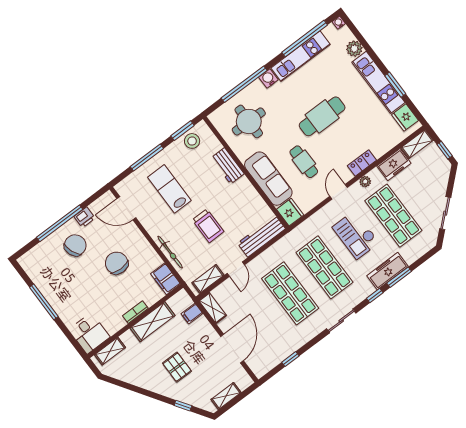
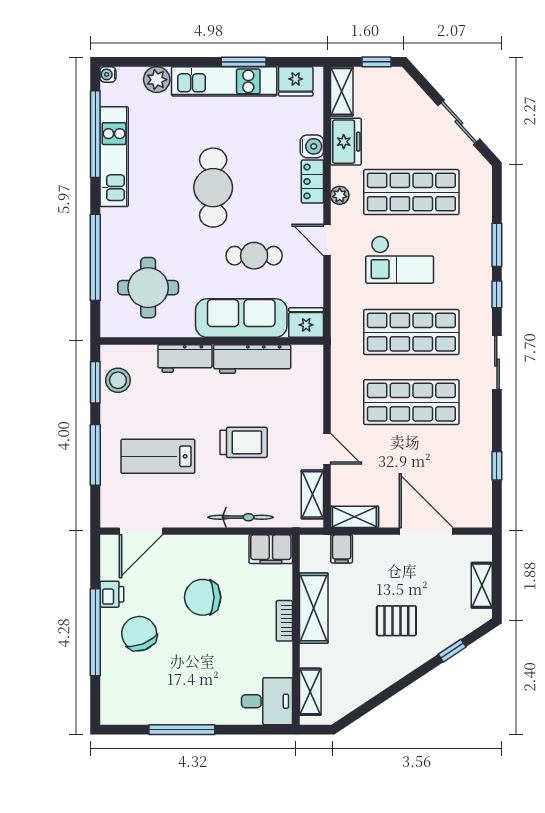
water cooler: (268, 78) -> (312, 146), moved, turned 180
workbench: (261, 236) -> (252, 359), moved, turned -90
freezer: (387, 271) -> (477, 254), removed

